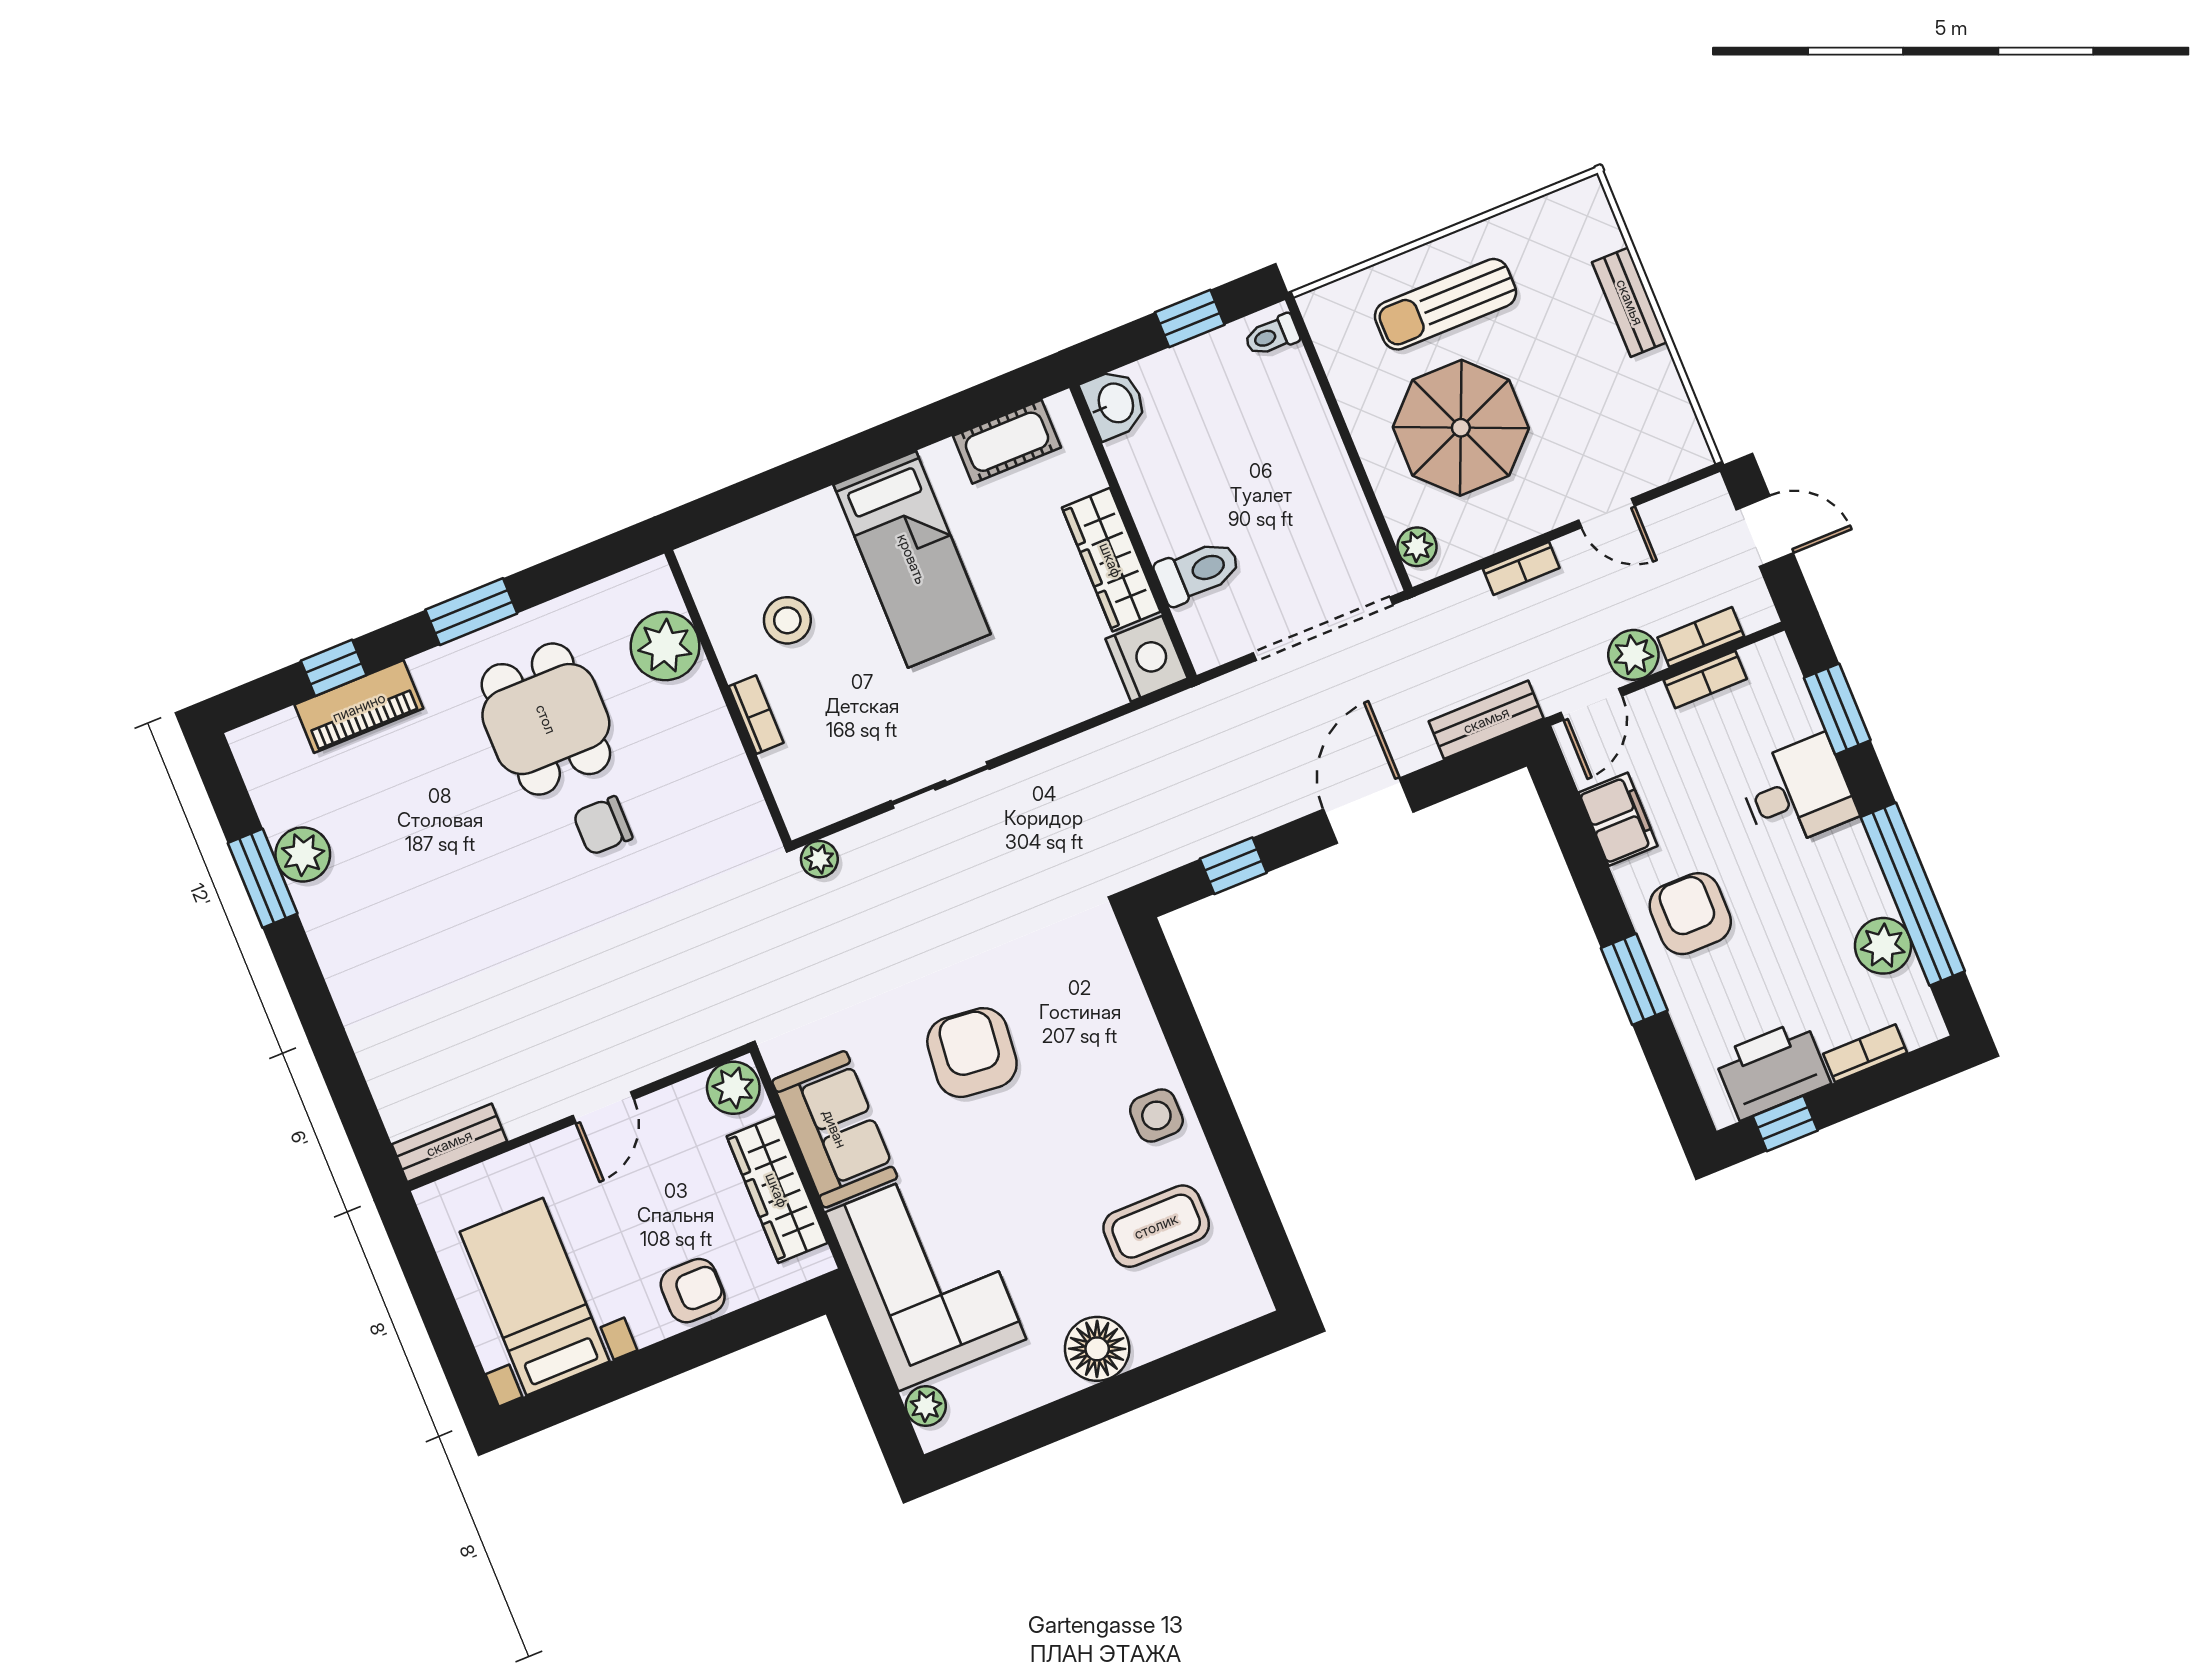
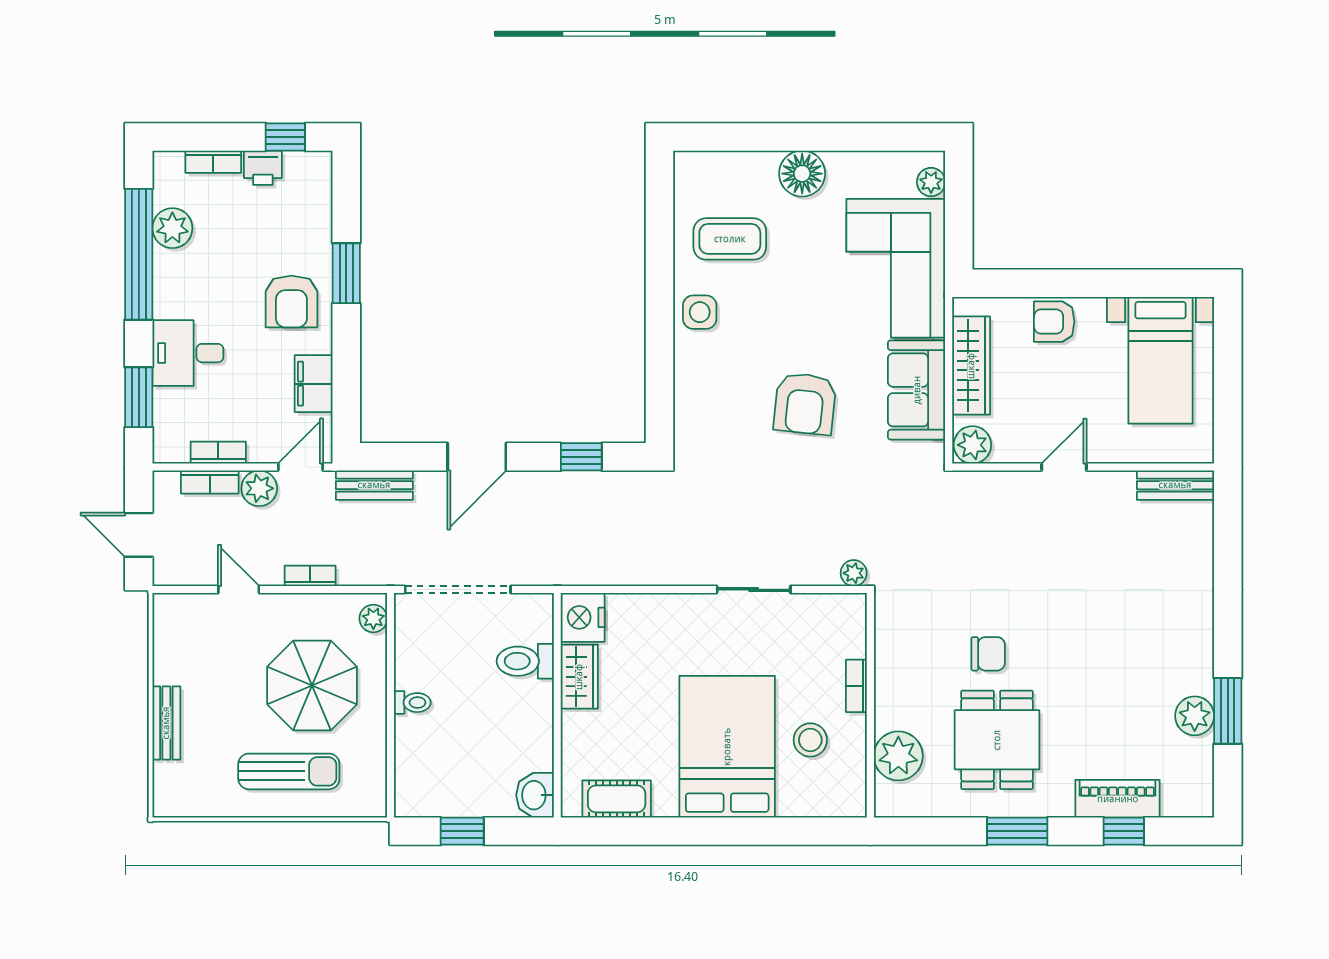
toilet: (1272, 336) -> (412, 703), moved
bed: (912, 559) -> (727, 747), width x1.50
wardrobe: (1111, 560) -> (579, 677), width x0.67
printer: (1772, 1070) -> (263, 168), width x0.53, depth x0.68

